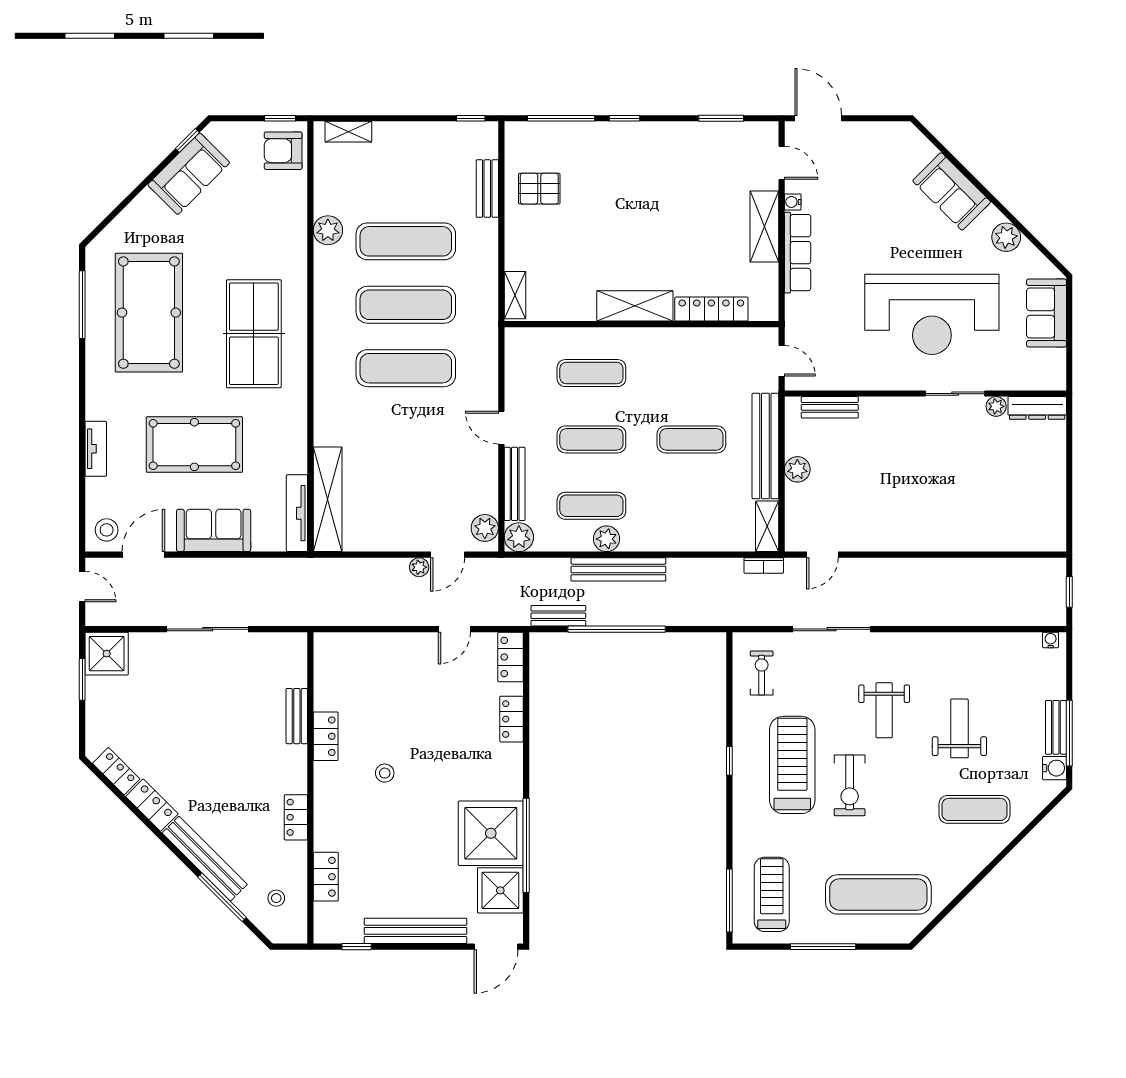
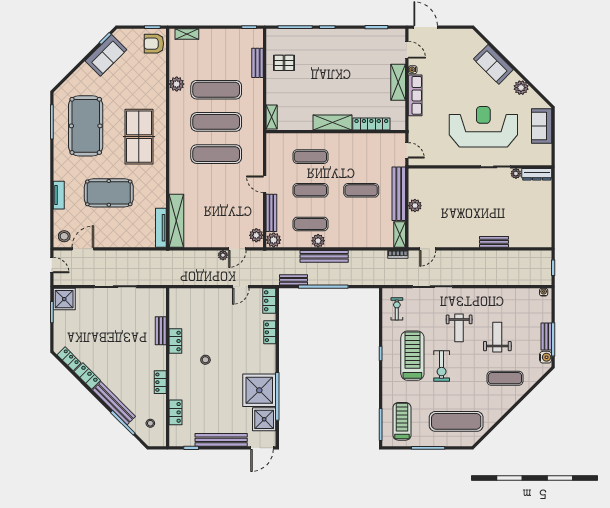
reception desk: (932, 314) -> (483, 127), turned 180
bench: (830, 407) -> (494, 242), moved
sofa: (214, 530) -> (119, 236), removed

